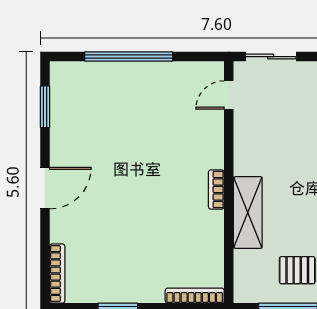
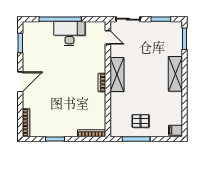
desk: (148, 87) -> (69, 34), added
door: (229, 95) -> (108, 37), swing flipped
shelving: (248, 212) -> (117, 75), moved

